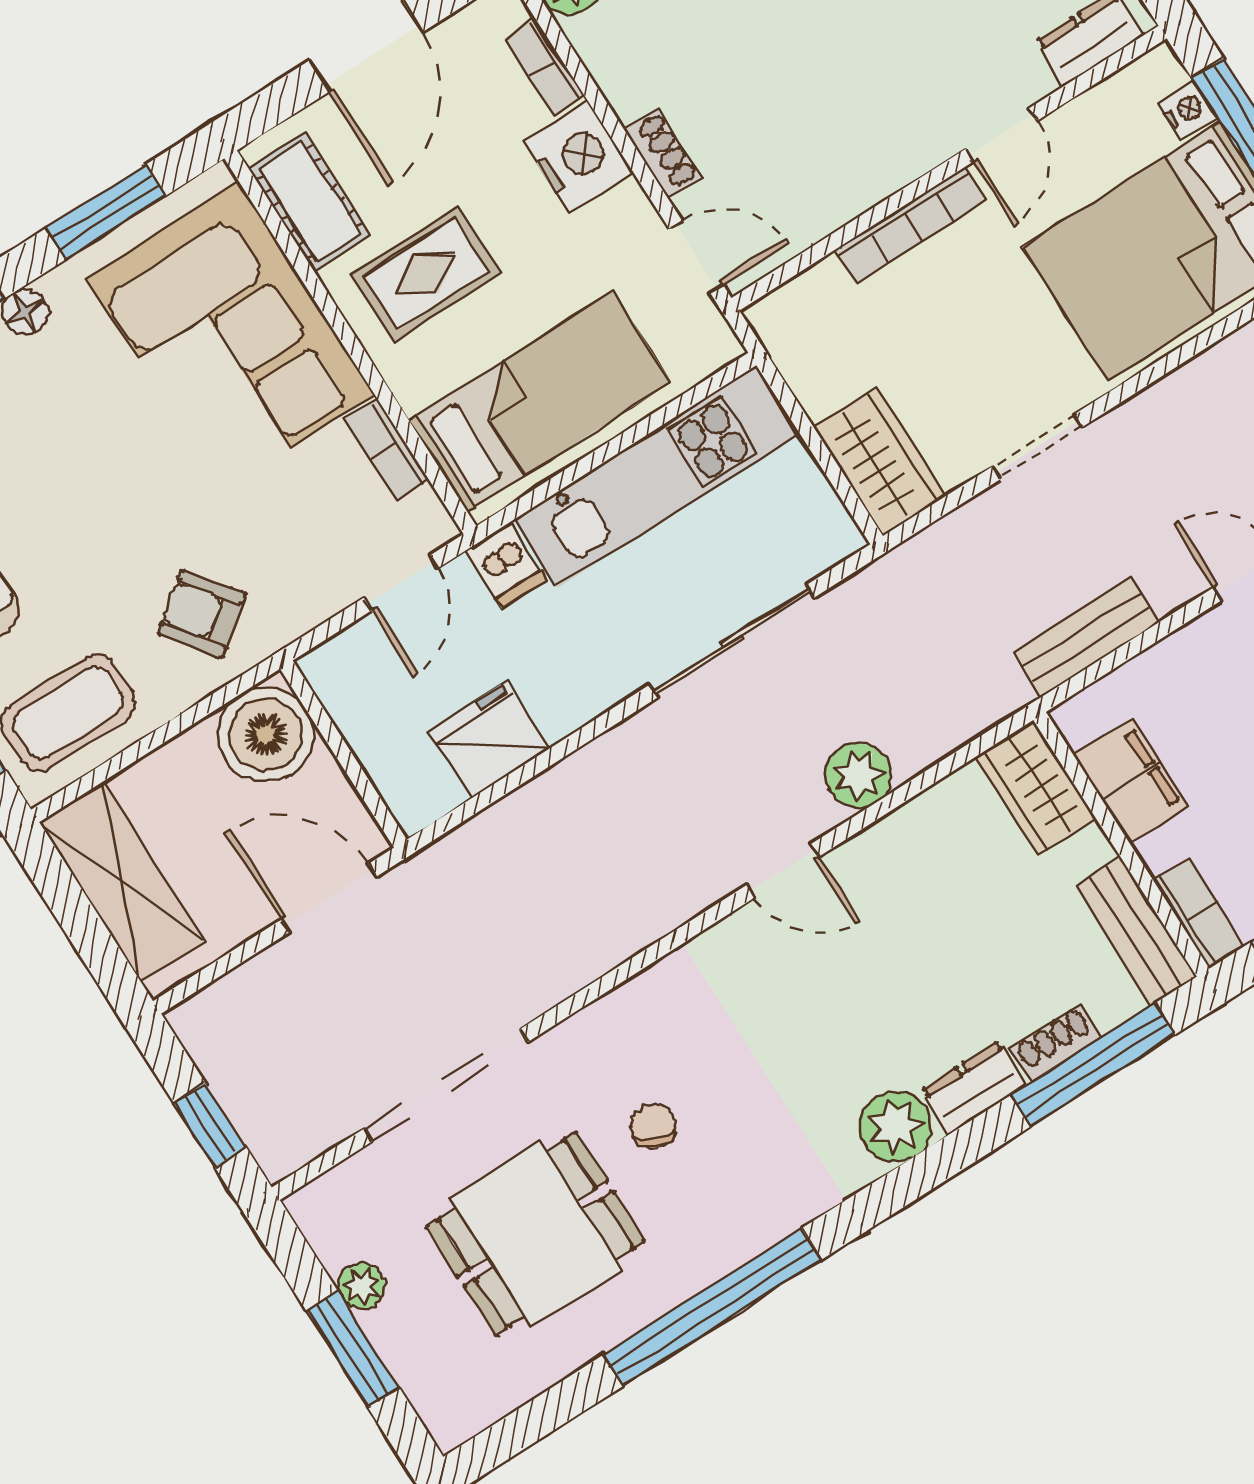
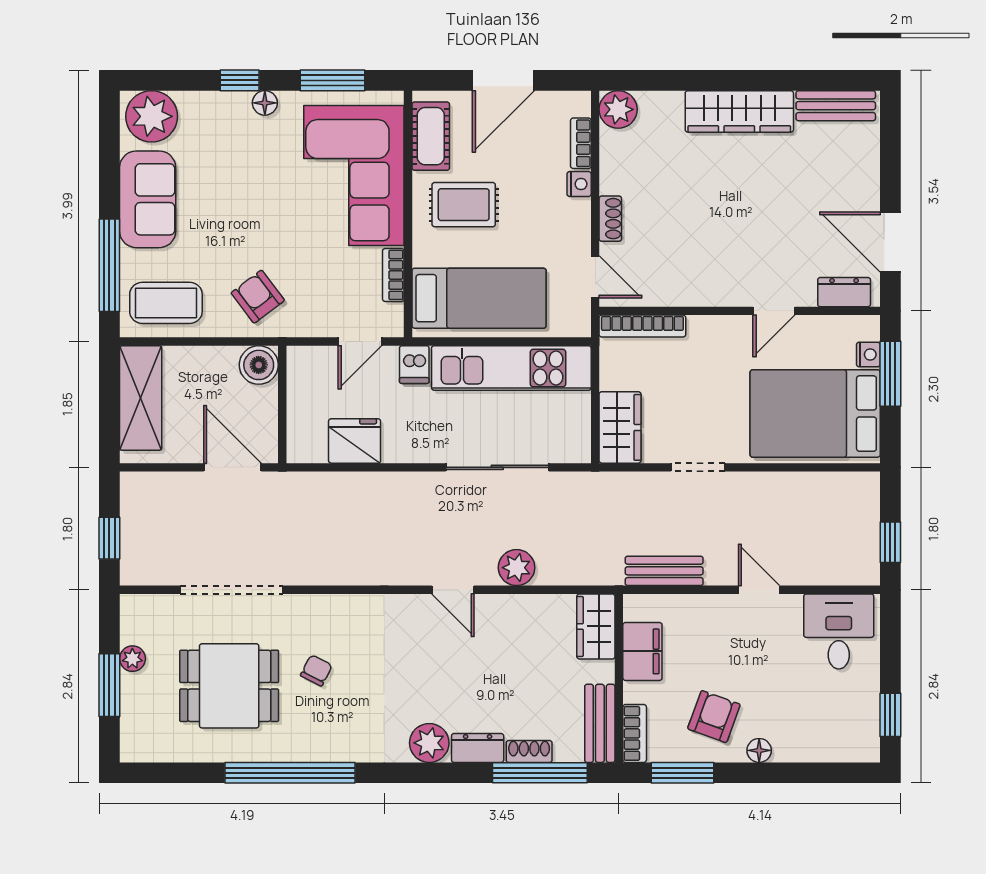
nightstand: (578, 157) -> (579, 184), width x0.53, depth x0.56
bookcase: (911, 225) -> (642, 326), moved
boiler: (266, 735) -> (259, 365), width x0.73, depth x0.73

